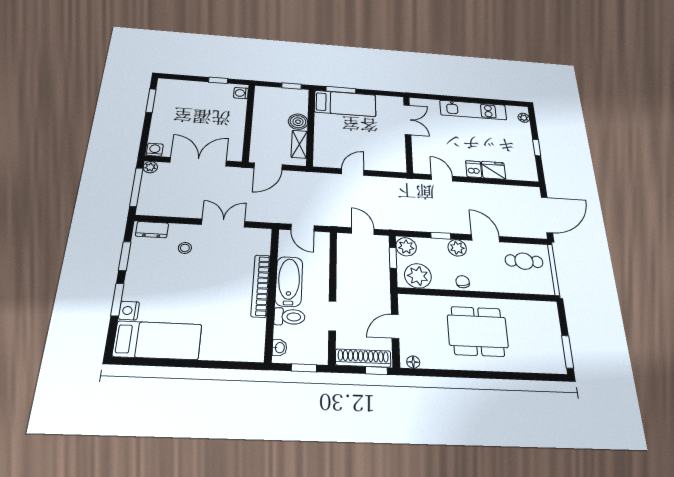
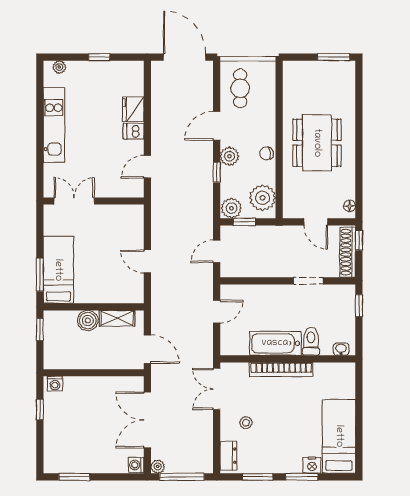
bathtub: (289, 281) -> (275, 343), moved
bookcase: (261, 286) -> (281, 370), moved
wall: (272, 293) -> (288, 359), moved
toilet: (289, 317) -> (311, 341), moved
washbasin: (279, 348) -> (341, 349), moved

